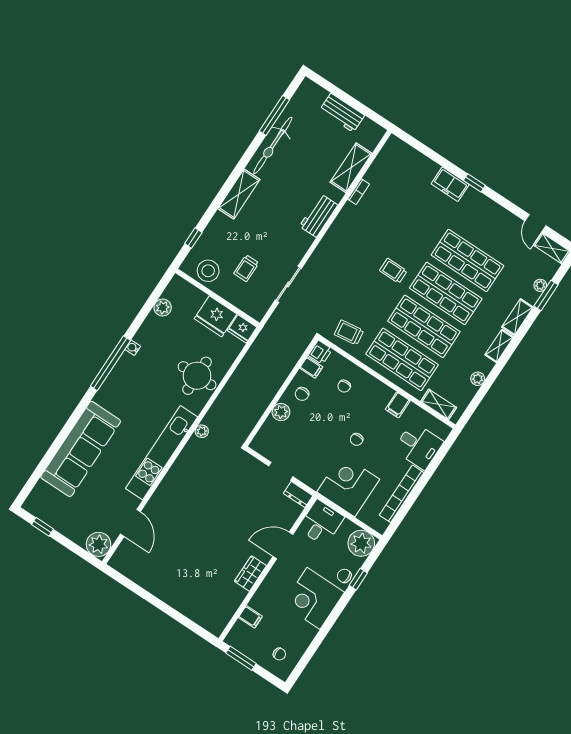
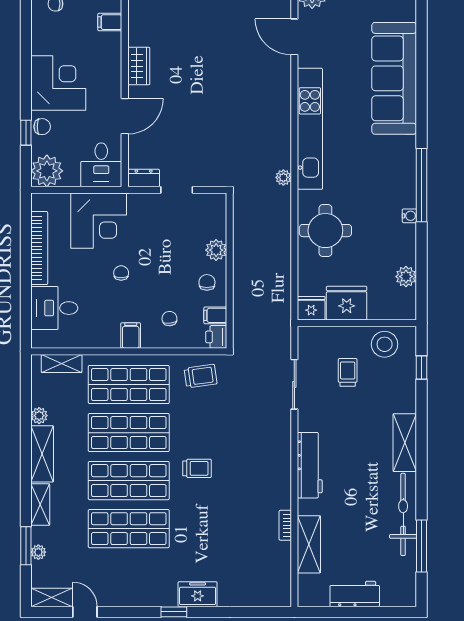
workbench: (319, 216) -> (310, 465), width x1.38
shelving: (499, 346) -> (42, 454), width x1.50, depth x1.33
filing cabinet: (398, 405) -> (131, 335), moved

